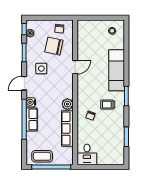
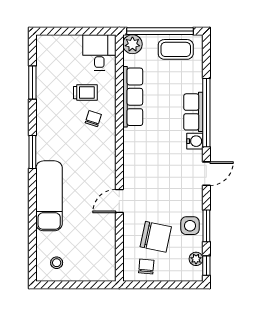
side table: (41, 69) -> (190, 226), moved
plant: (67, 104) -> (132, 44), moved
trolley: (108, 105) -> (85, 93), moved

